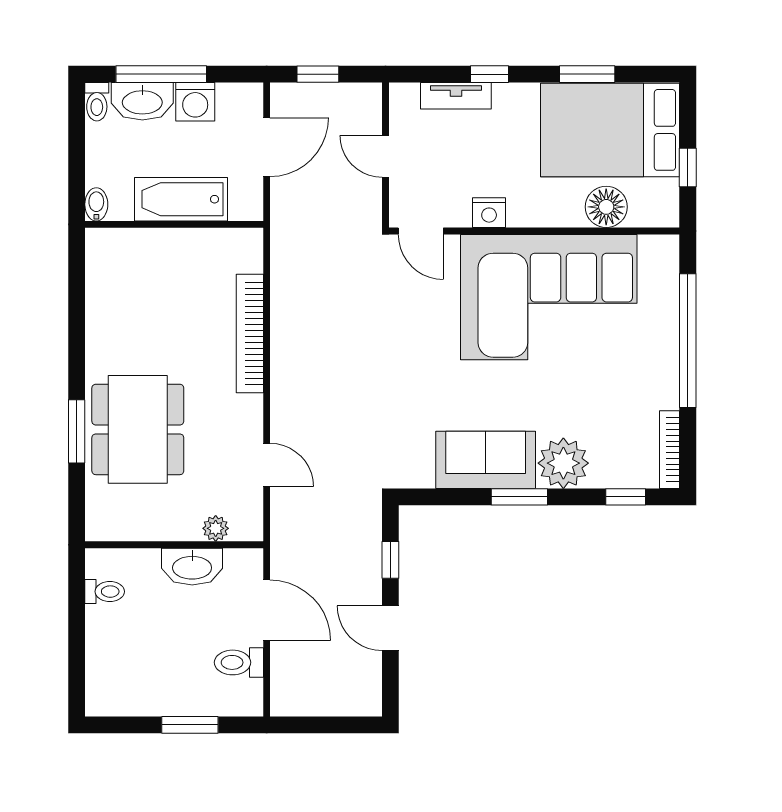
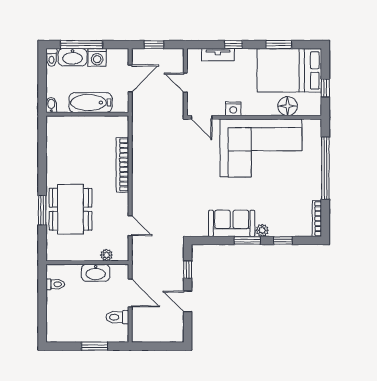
plant: (563, 463) -> (262, 230), width x0.53, depth x0.53
window: (626, 497) -> (283, 240), moved

